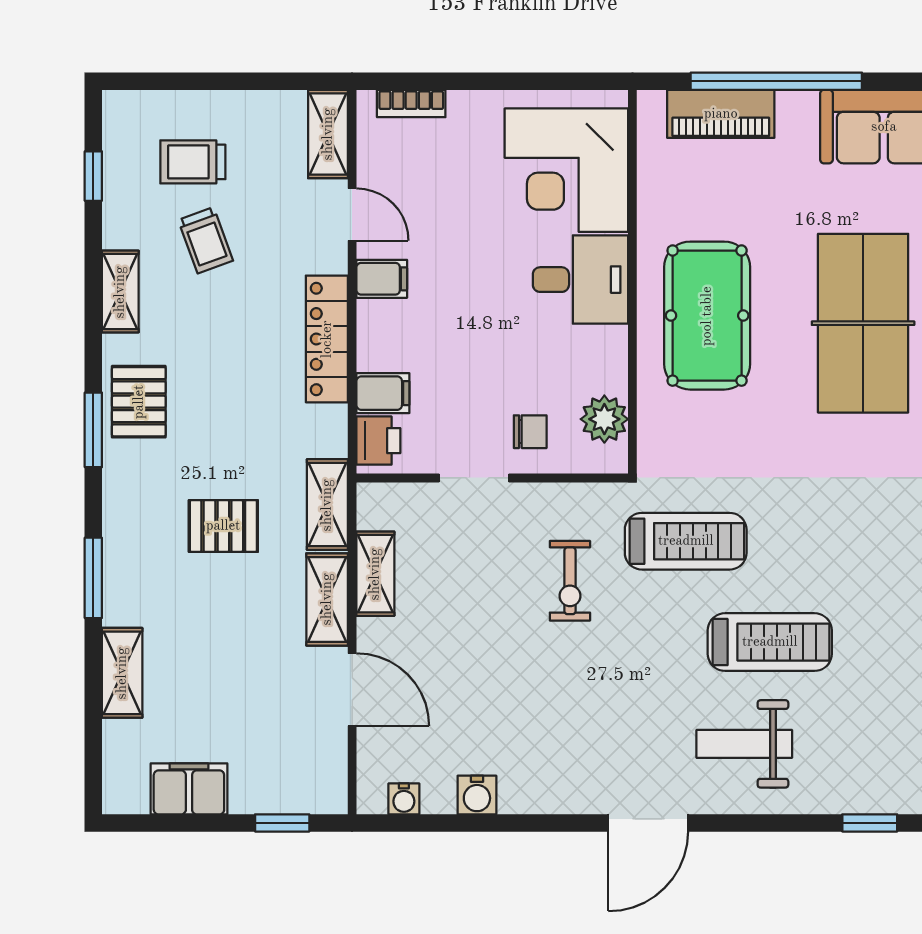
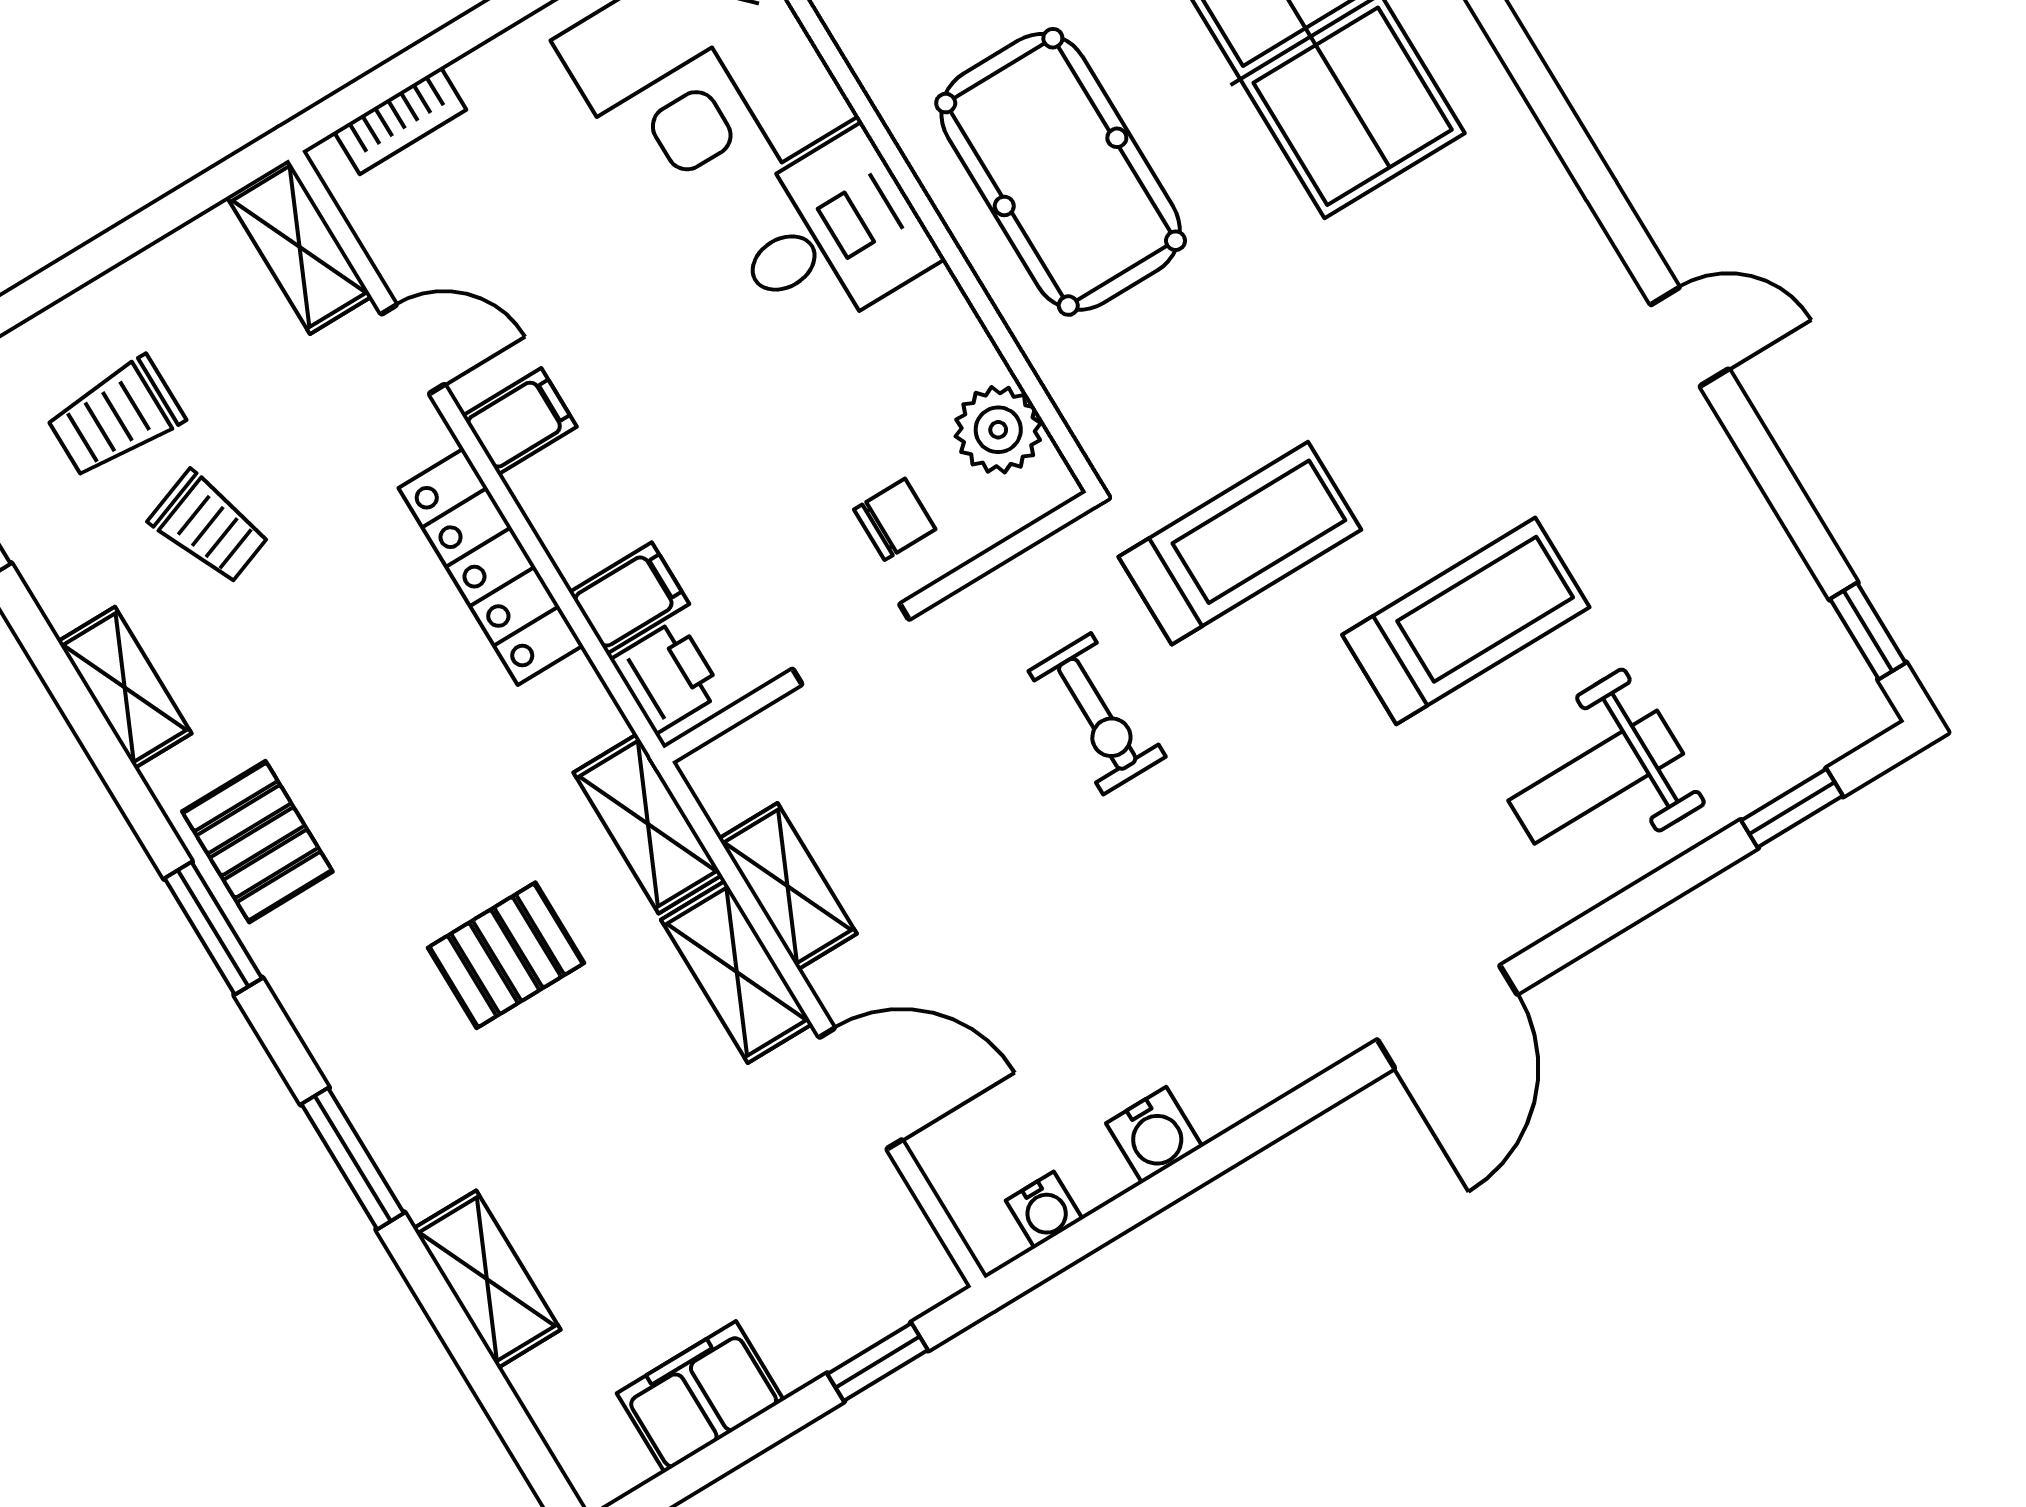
weight bench: (744, 744) -> (1596, 777), moved

